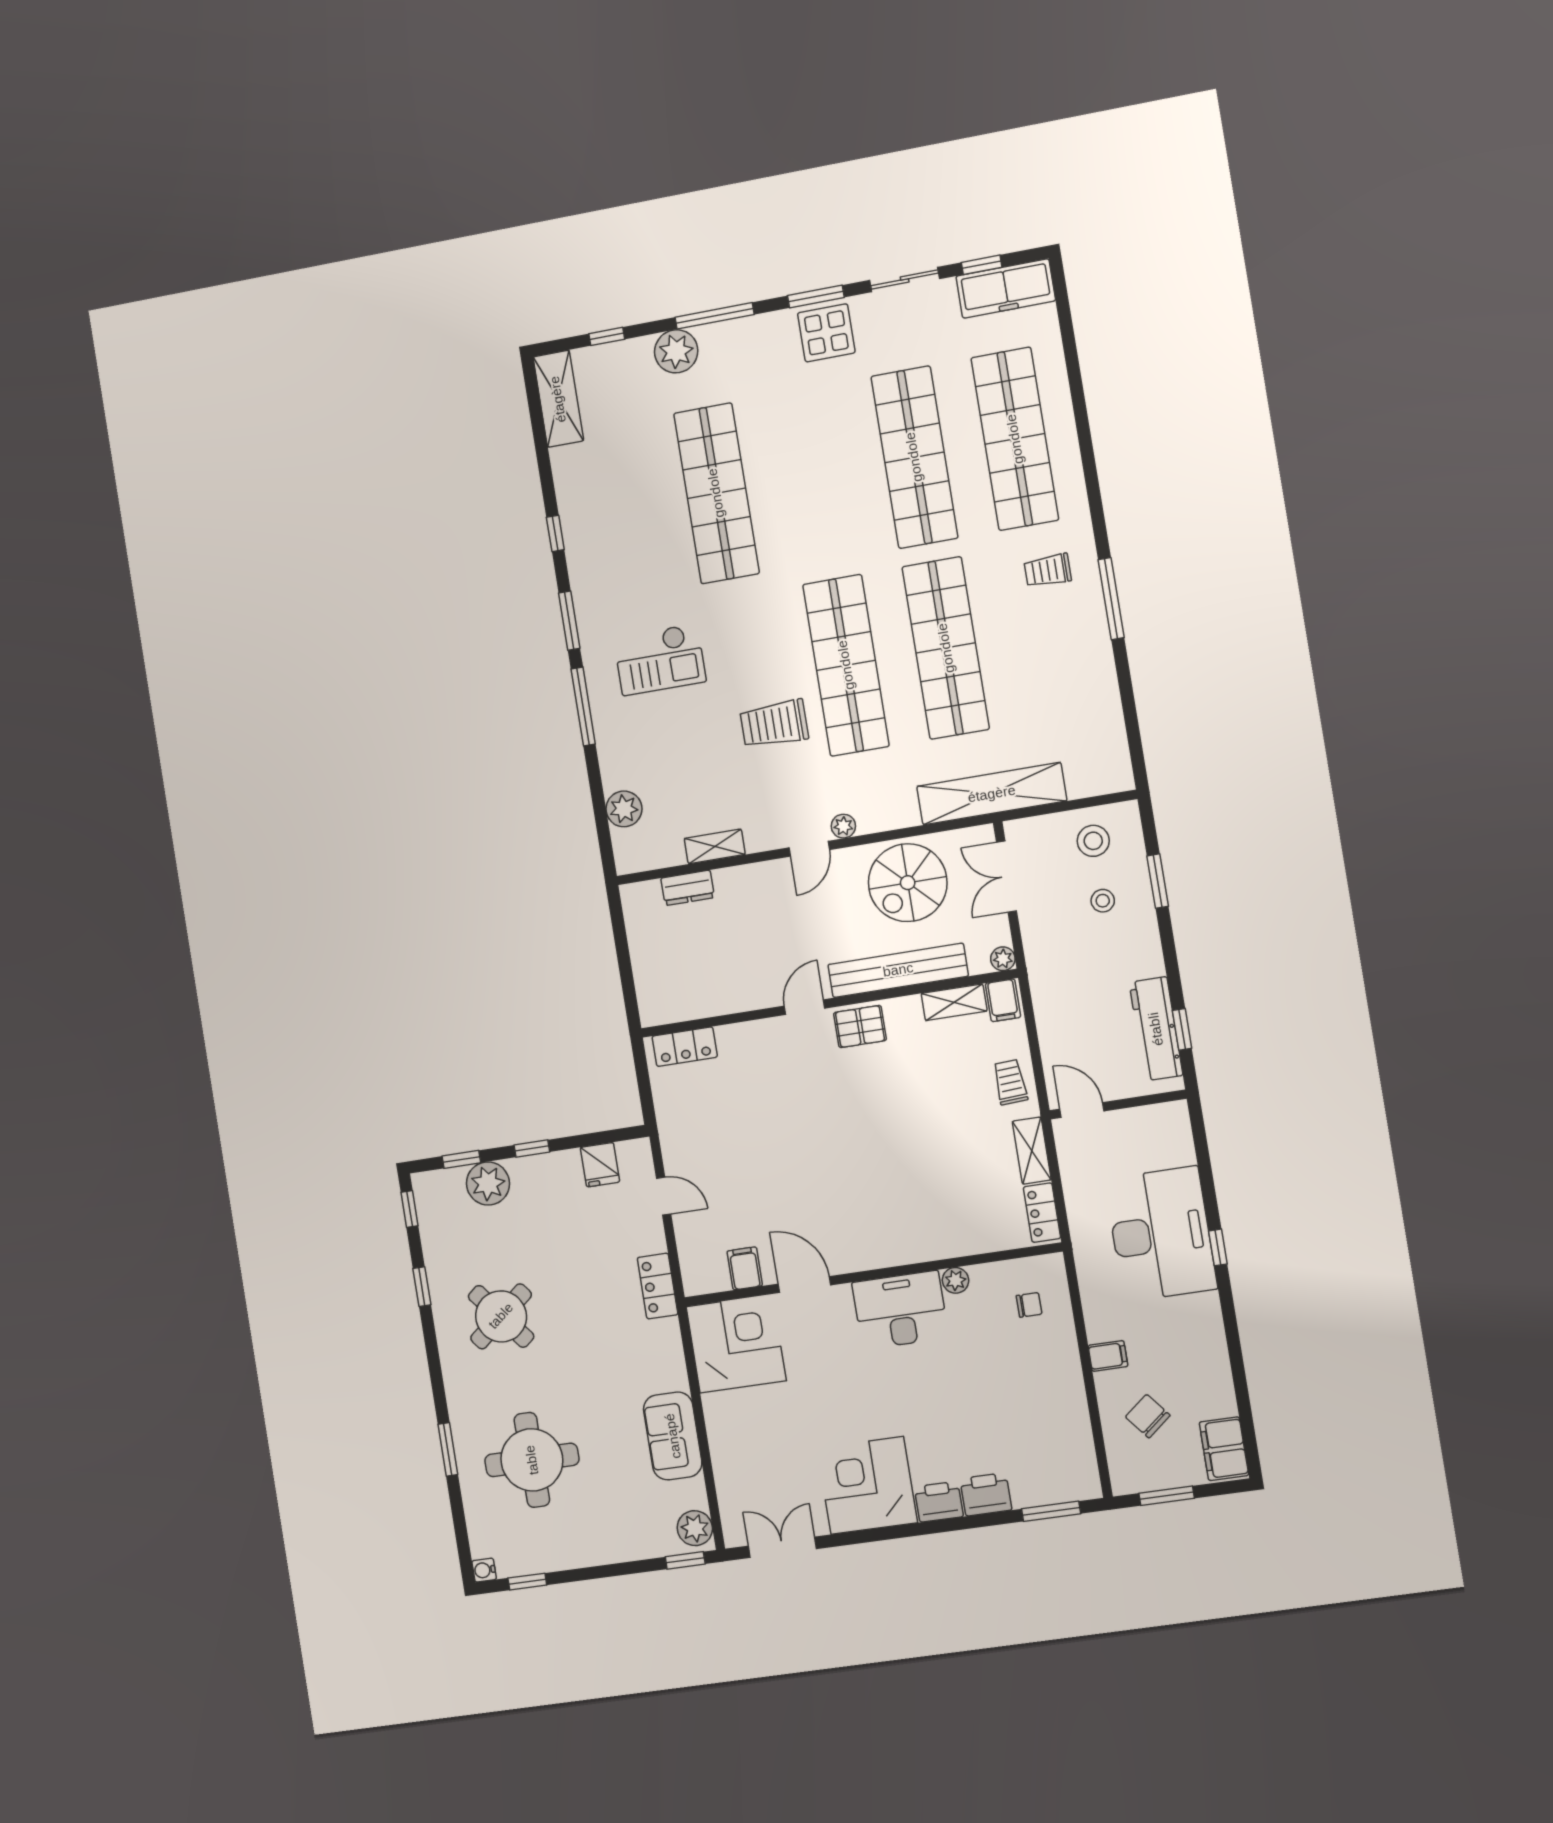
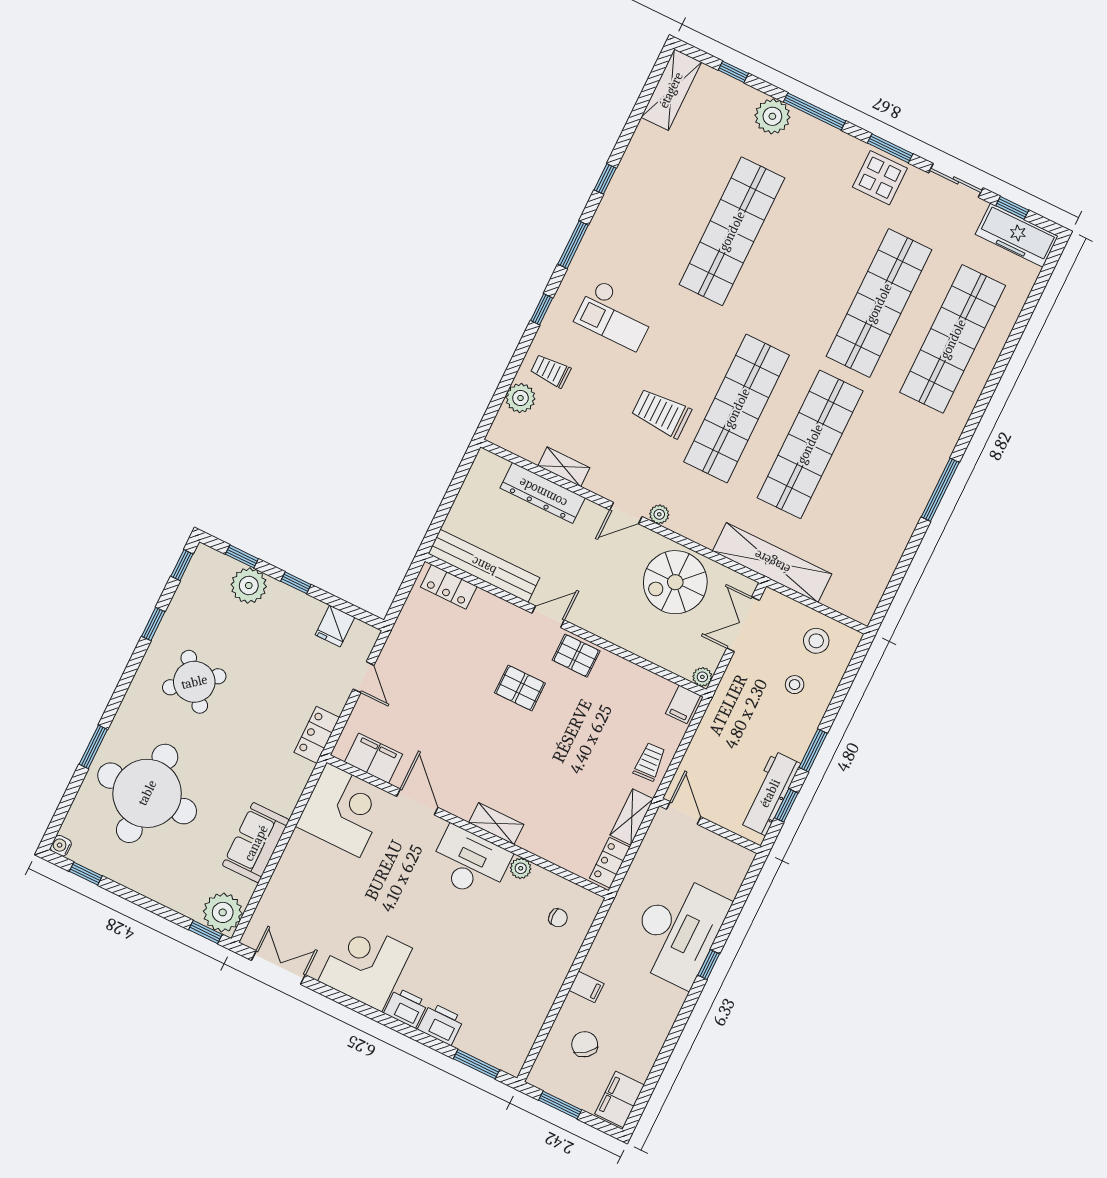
trolley: (1048, 570) -> (551, 371), moved
window: (583, 706) -> (542, 309), width x0.46
window: (1158, 881) -> (813, 750), moved
dresser: (688, 888) -> (543, 493), width x1.96, depth x1.24
bench: (898, 970) -> (484, 566), moved
shelving: (954, 1002) -> (496, 824), moved
pallet: (827, 1098) -> (520, 688), added
filing cabinet: (745, 1268) -> (374, 758), width x2.00
round table: (532, 1460) -> (147, 793), width x1.36, depth x1.36
plant: (695, 1528) -> (223, 912), width x1.36, depth x1.36

